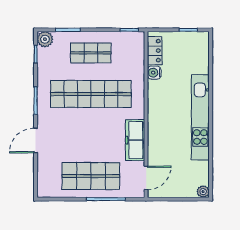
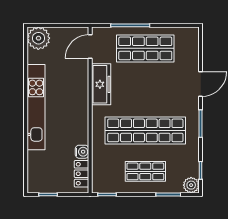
plant: (203, 192) -> (38, 38), width x1.87, depth x1.87

